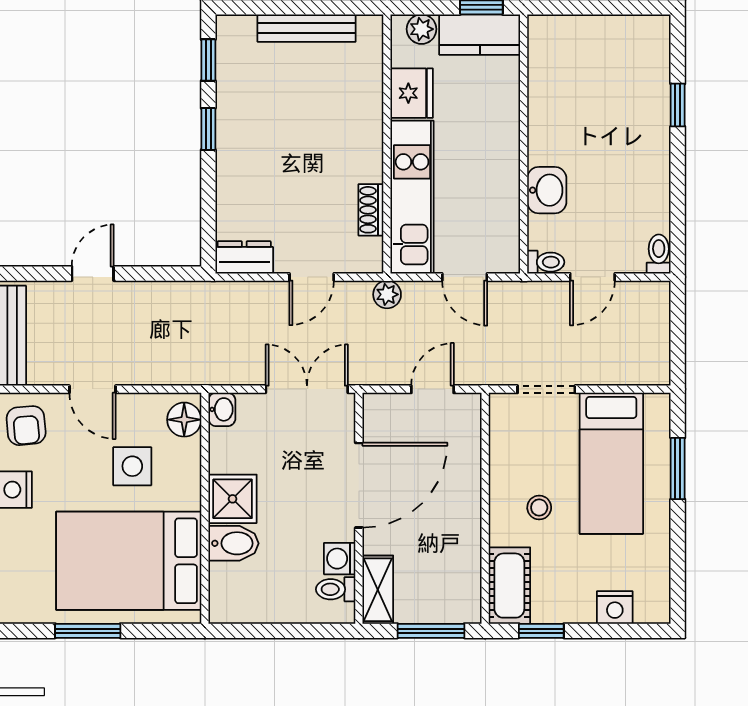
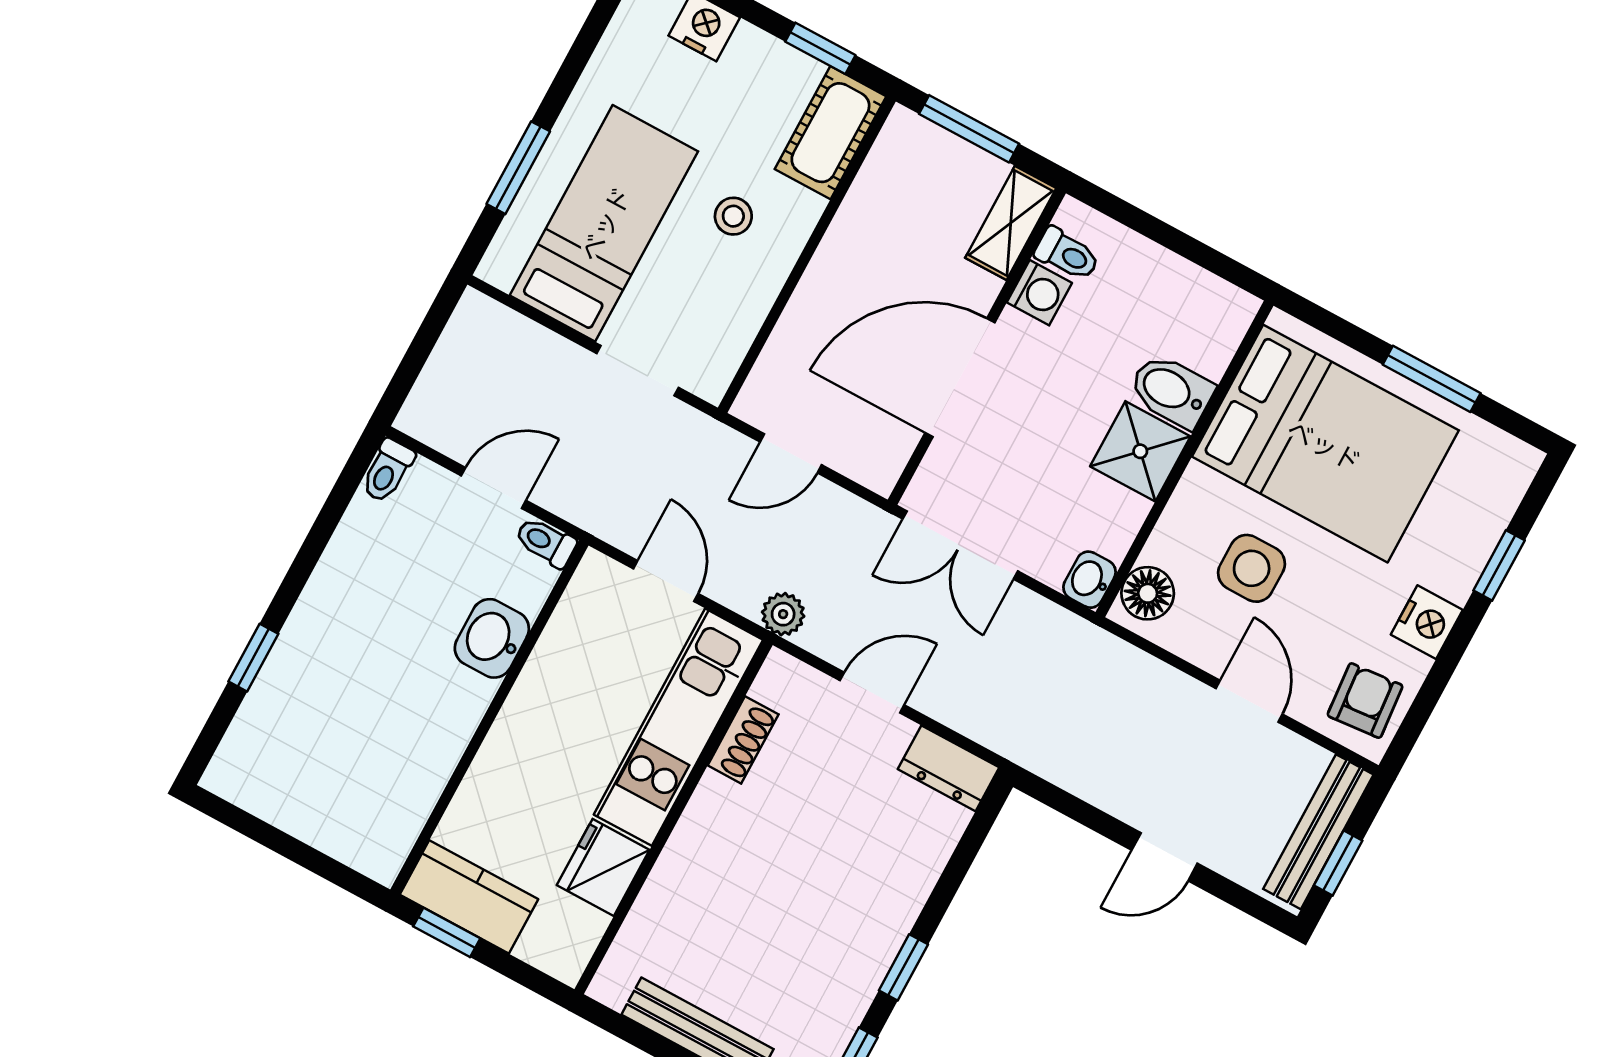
plant: (422, 29) -> (543, 947), removed

